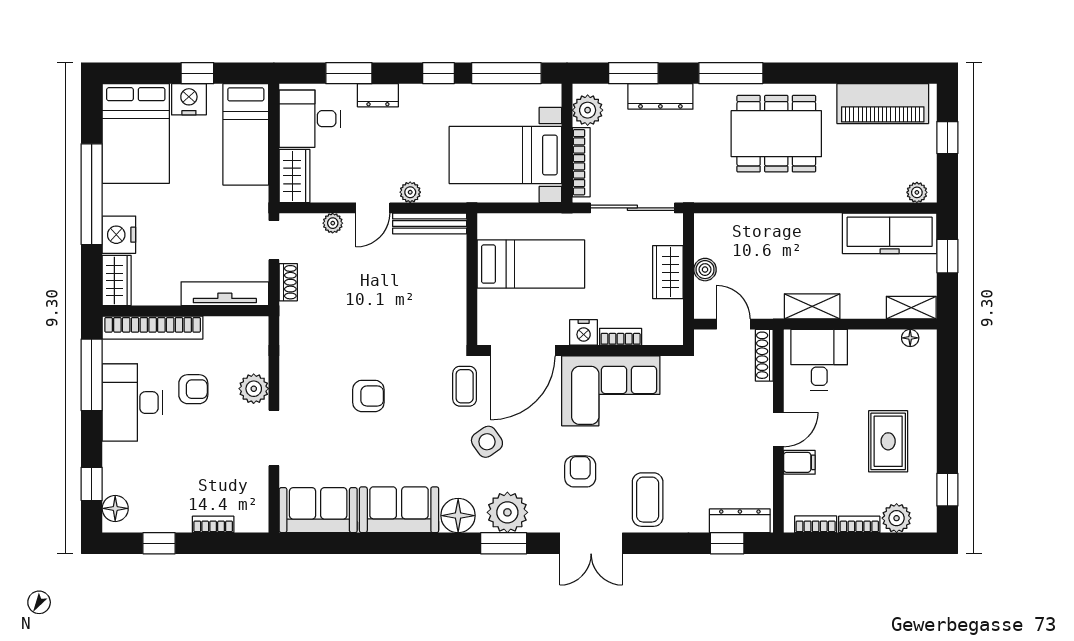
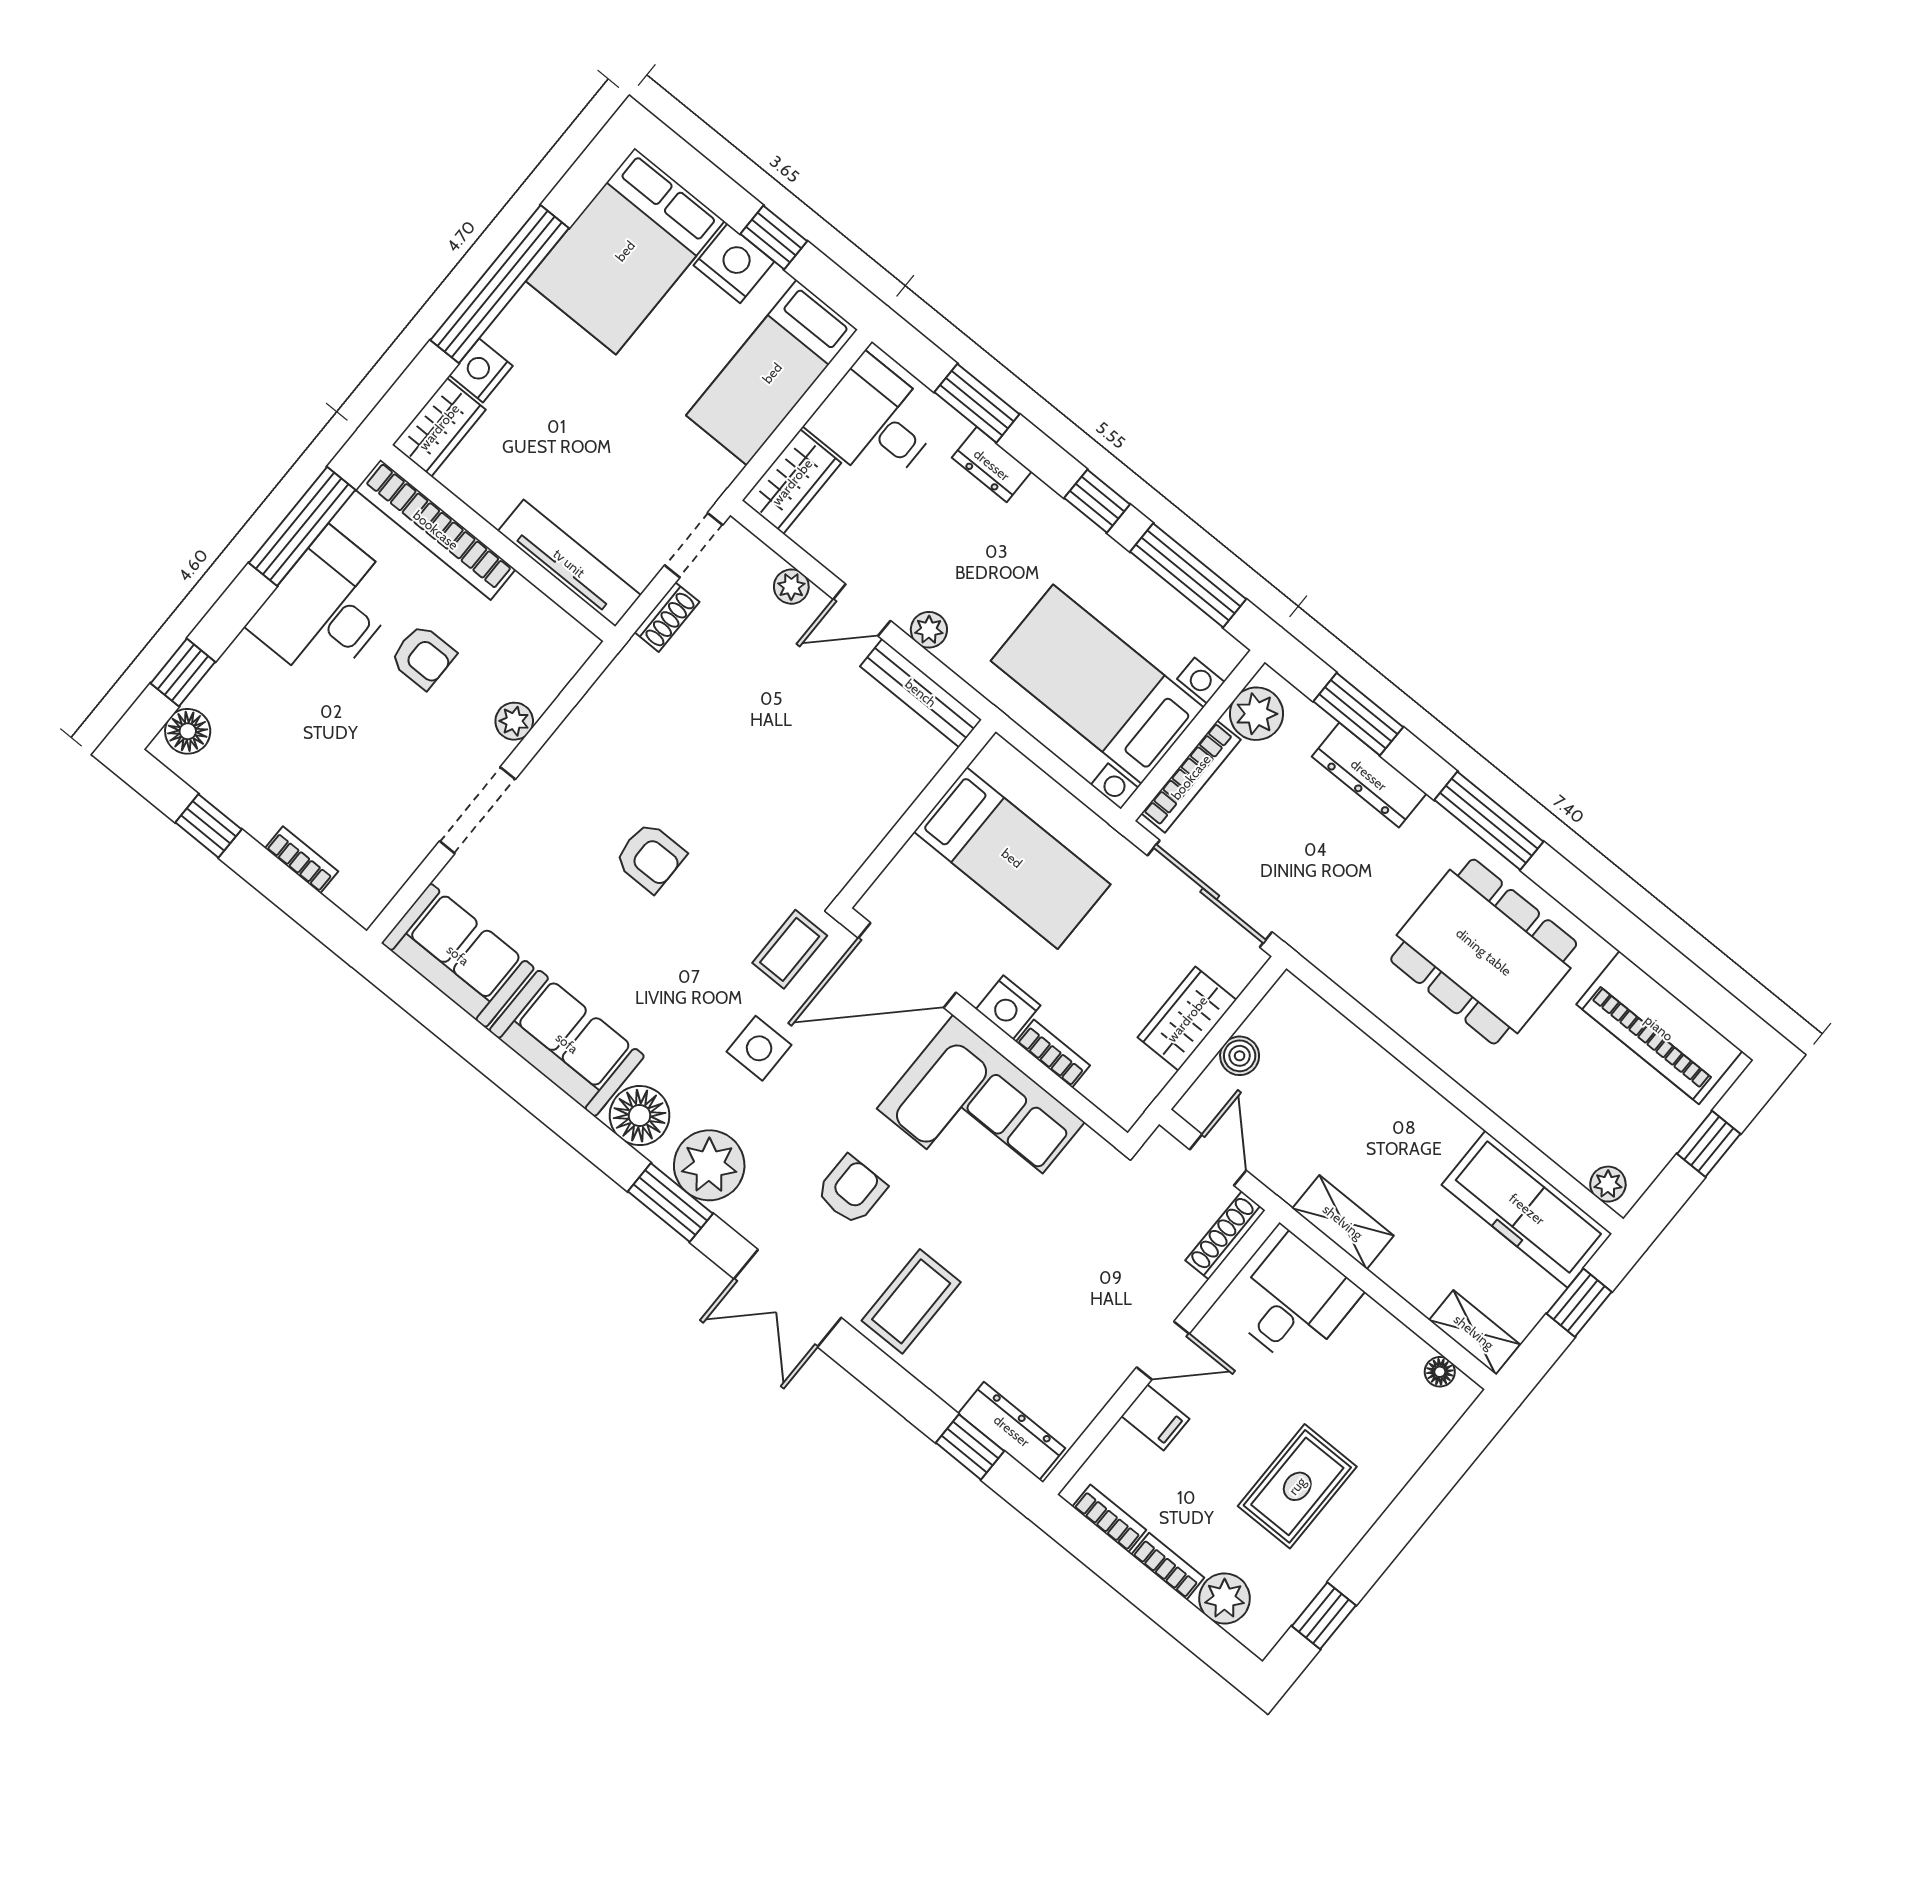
nightstand: (119, 235) -> (481, 370), width x0.74, depth x0.75
plant: (254, 389) -> (514, 721), width x0.73, depth x0.73
side table: (487, 442) -> (759, 1048), turned 35

